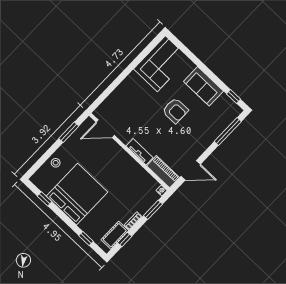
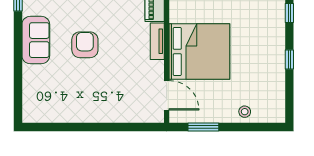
corner sofa: (161, 64) -> (53, 101), removed
bed: (77, 194) -> (199, 51), moved, turned 180
window: (45, 199) -> (289, 60), moved

